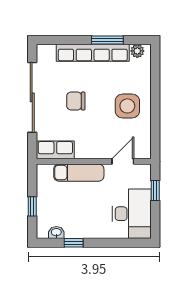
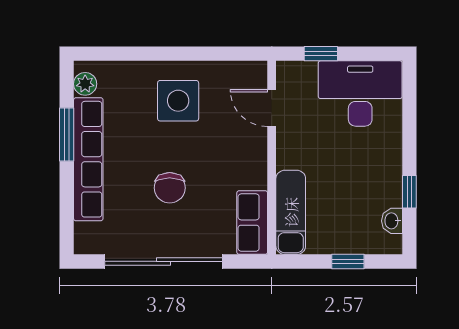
exam couch: (79, 173) -> (291, 212), moved

